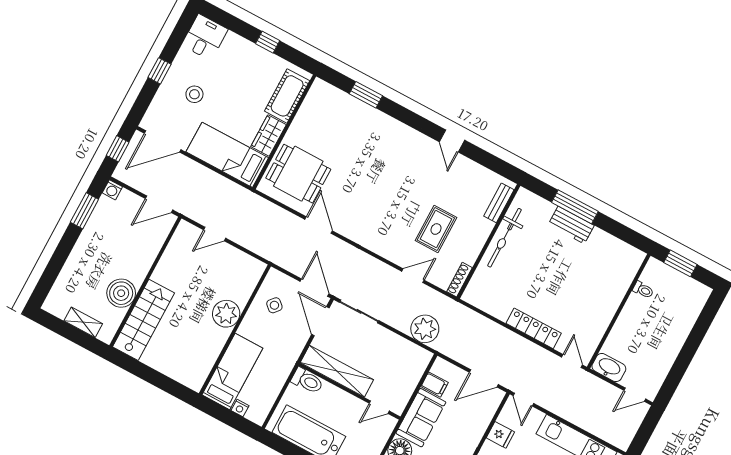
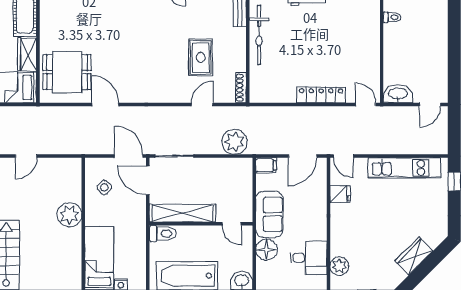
filing cabinet: (434, 385) -> (266, 165), moved
door: (379, 407) -> (232, 224), hinge flipped

